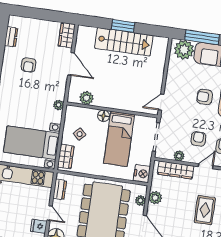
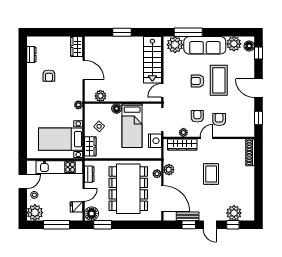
stairs: (124, 42) -> (152, 60), moved, turned 90
nightstand: (142, 174) -> (155, 141), moved
door: (49, 213) -> (84, 195), hinge flipped

